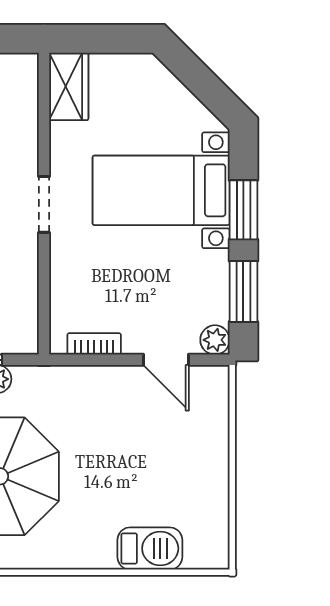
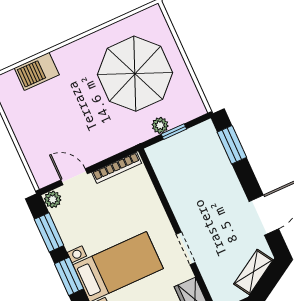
doorway: (44, 204) -> (186, 248), moved
bookcase: (94, 344) -> (117, 168), width x1.56

